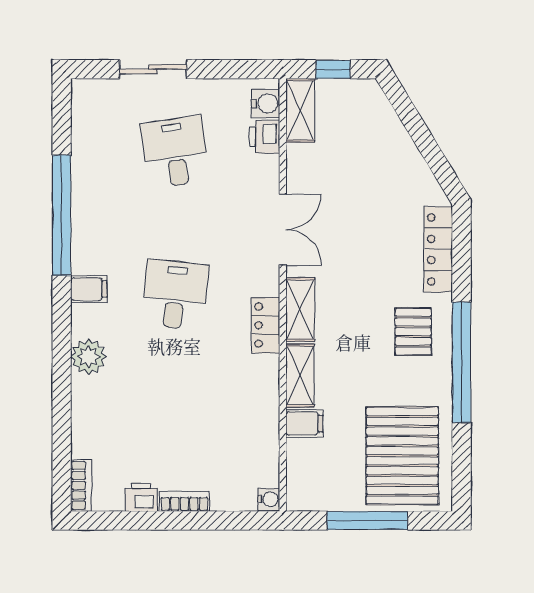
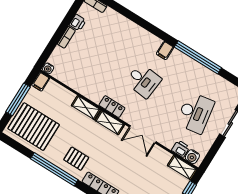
desk: (175, 152) -> (195, 113), width x1.37
plant: (88, 357) -> (141, 35), removed
filing cabinet: (304, 423) -> (41, 82), moved

